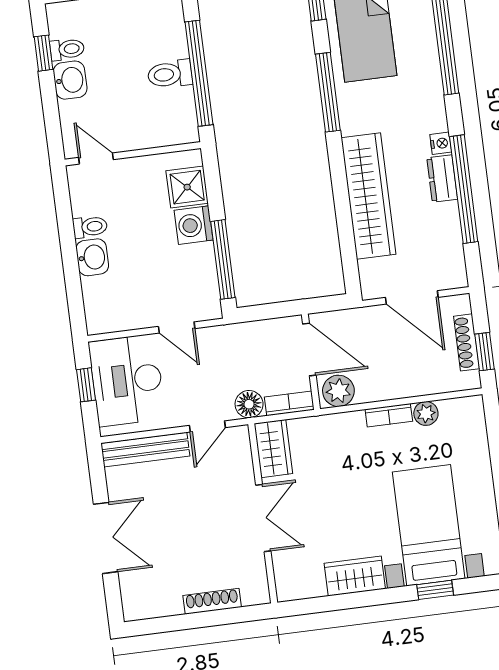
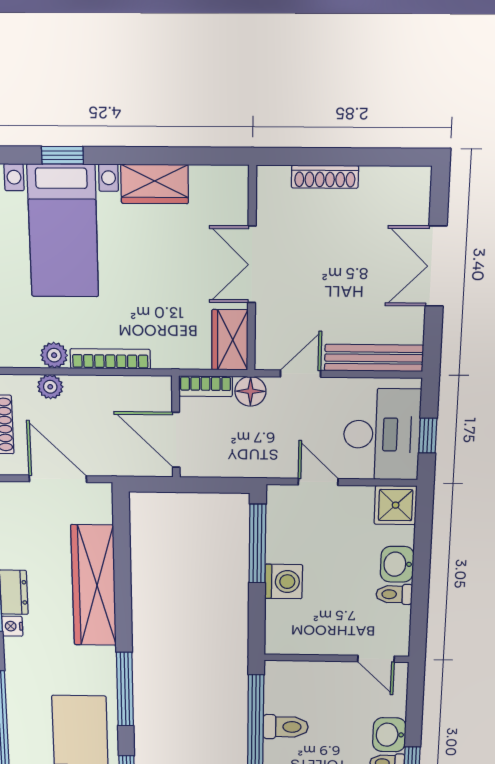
shower: (187, 187) -> (396, 505), moved
plant: (338, 391) -> (50, 387), moved, width x0.73, depth x0.73
bookcase: (389, 415) -> (110, 359), width x1.56

